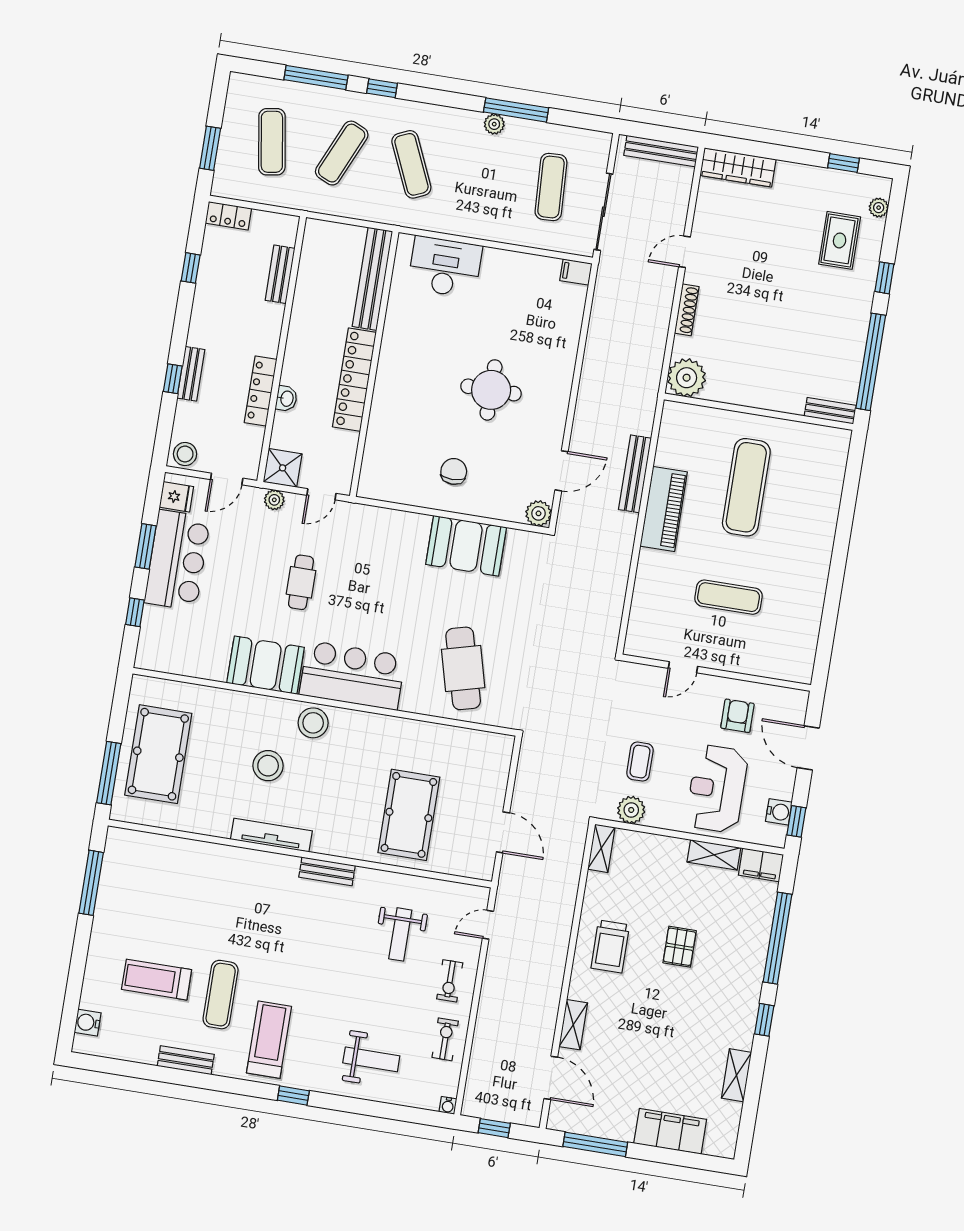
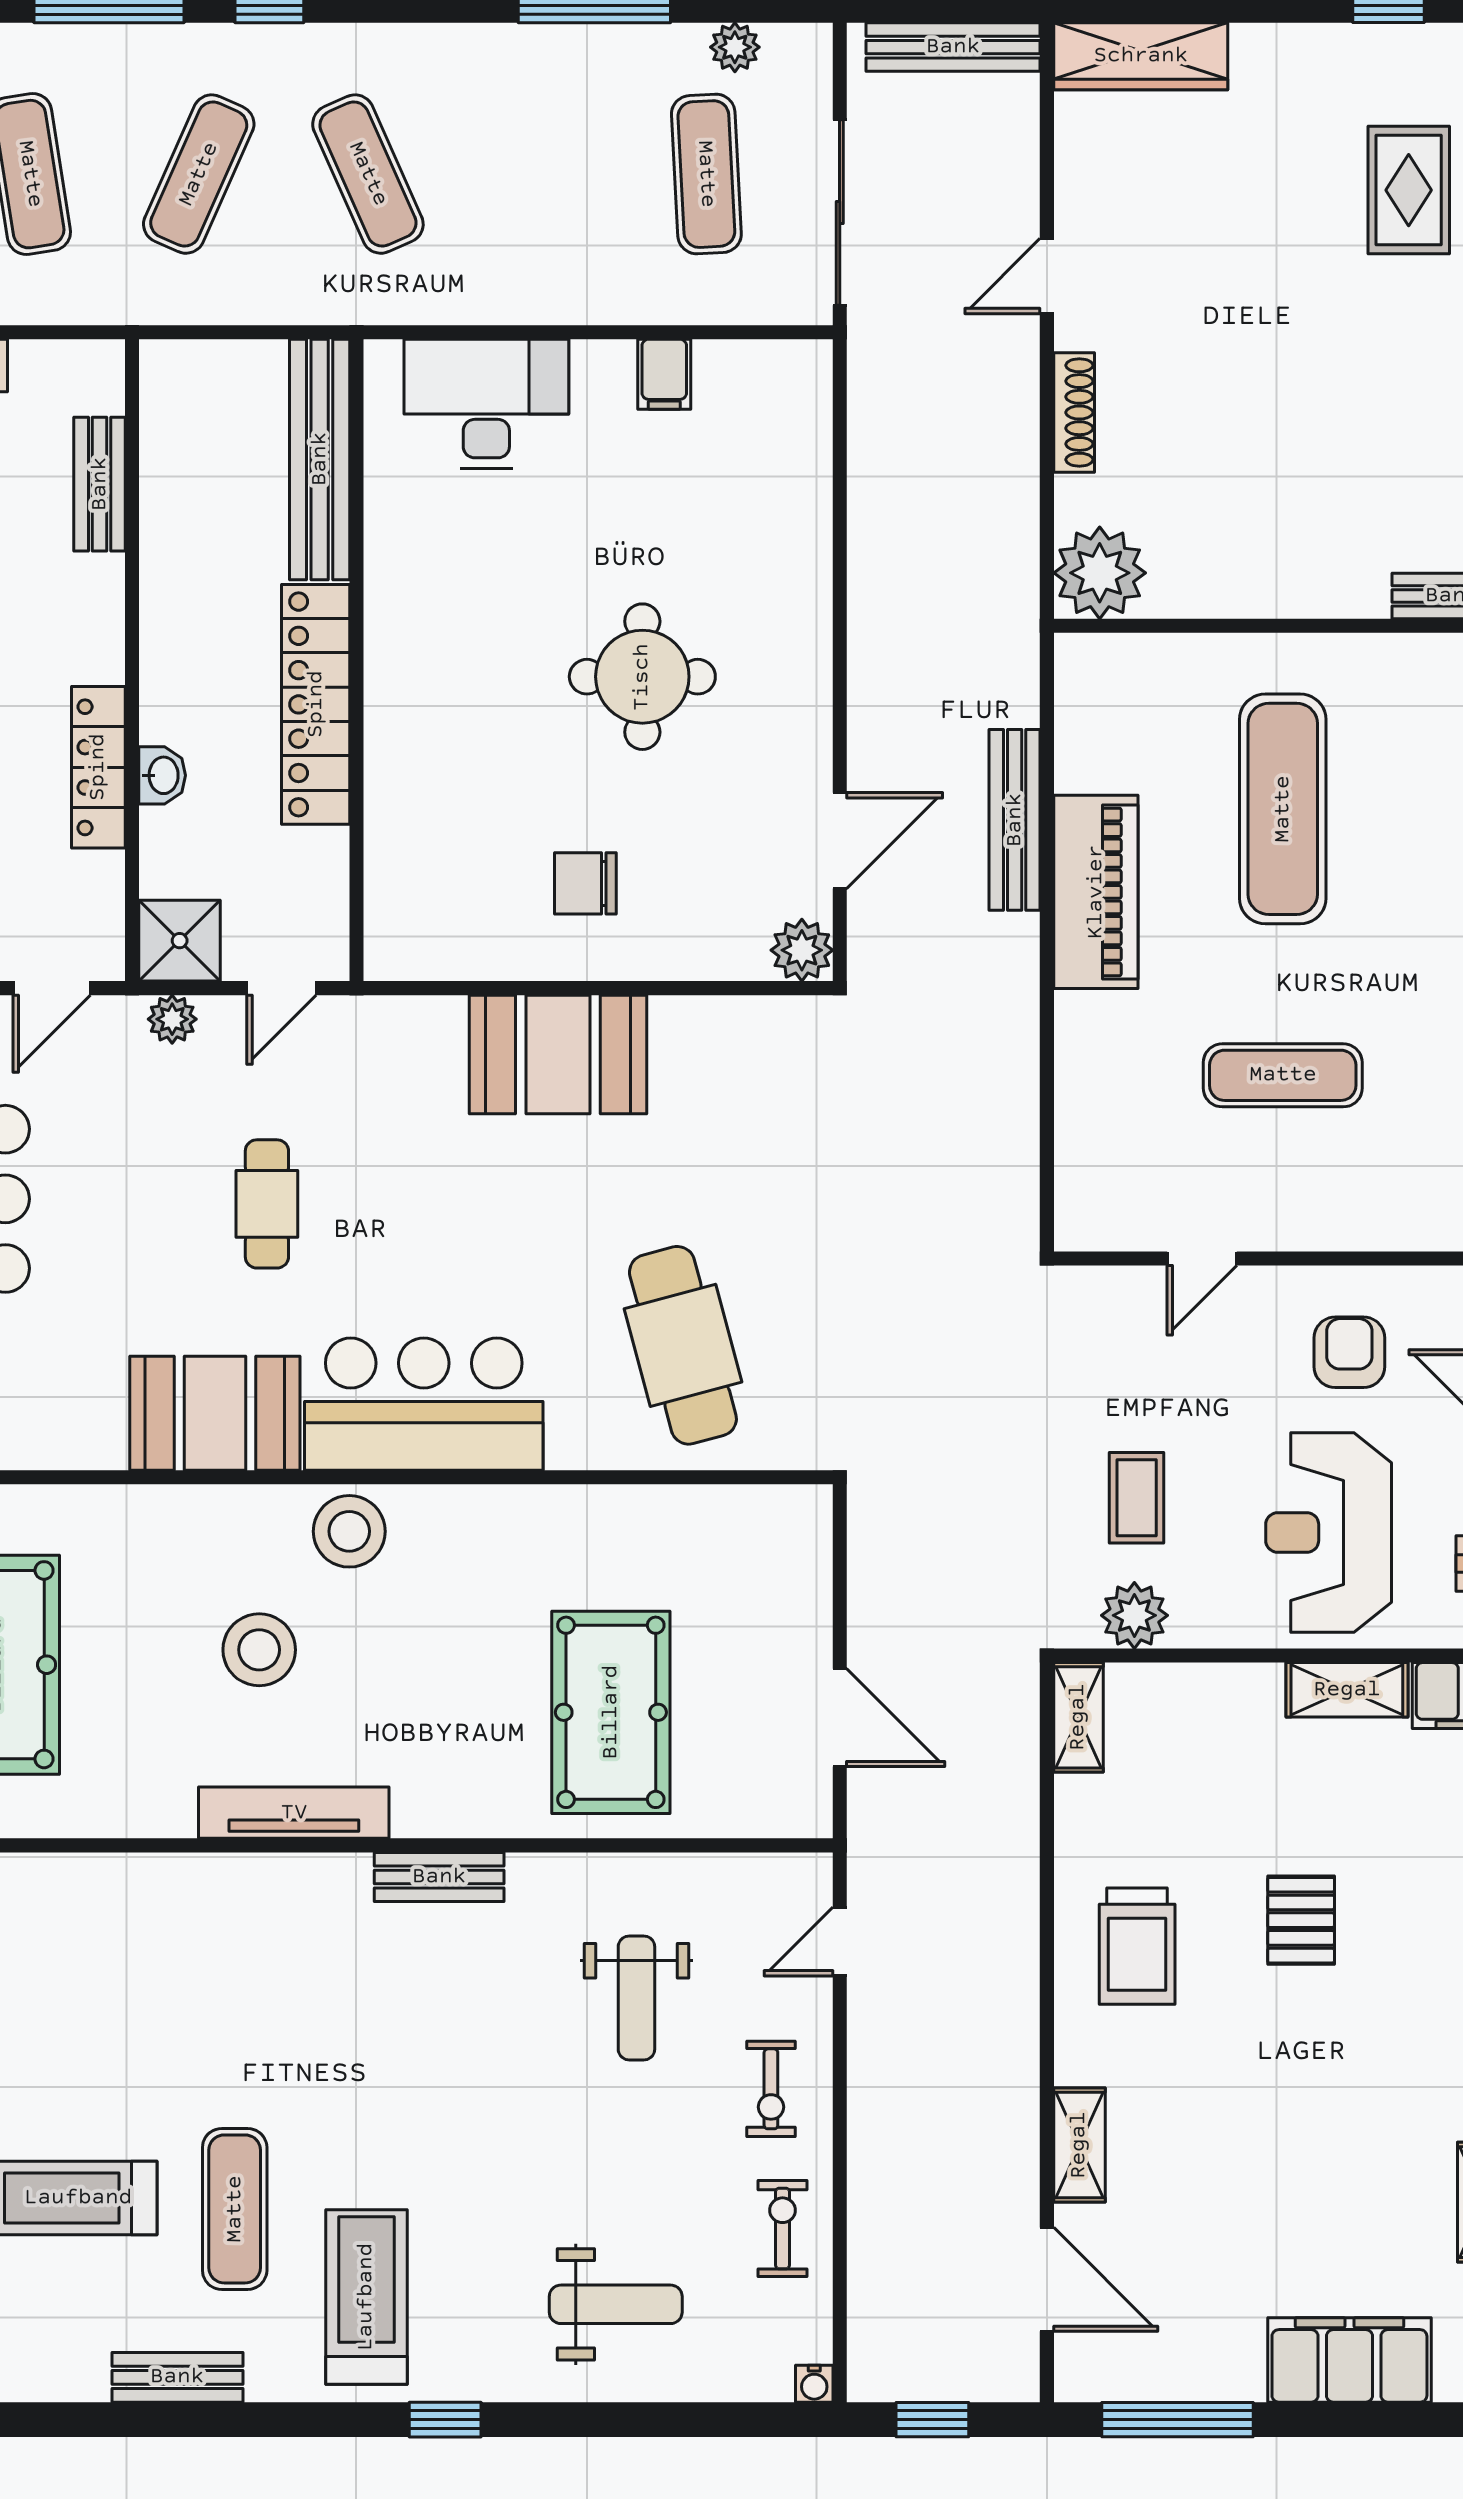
plant: (494, 124) -> (735, 47), moved
filing cabinet: (576, 272) -> (664, 374), moved, turned -90
chair: (454, 471) -> (585, 883), turned -90
booth: (466, 546) -> (558, 1054), moved

